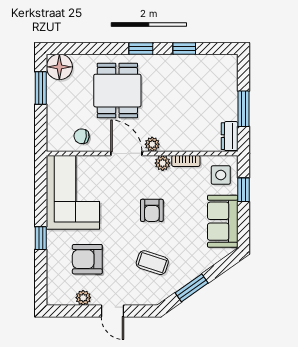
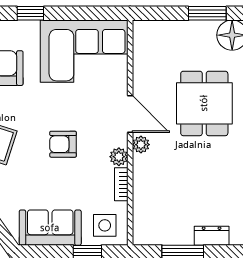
dining table: (117, 91) -> (204, 103), turned 90
chair: (82, 136) -> (150, 61), removed
dresser: (230, 136) -> (212, 236), moved
door: (126, 153) -> (130, 114), hinge flipped

